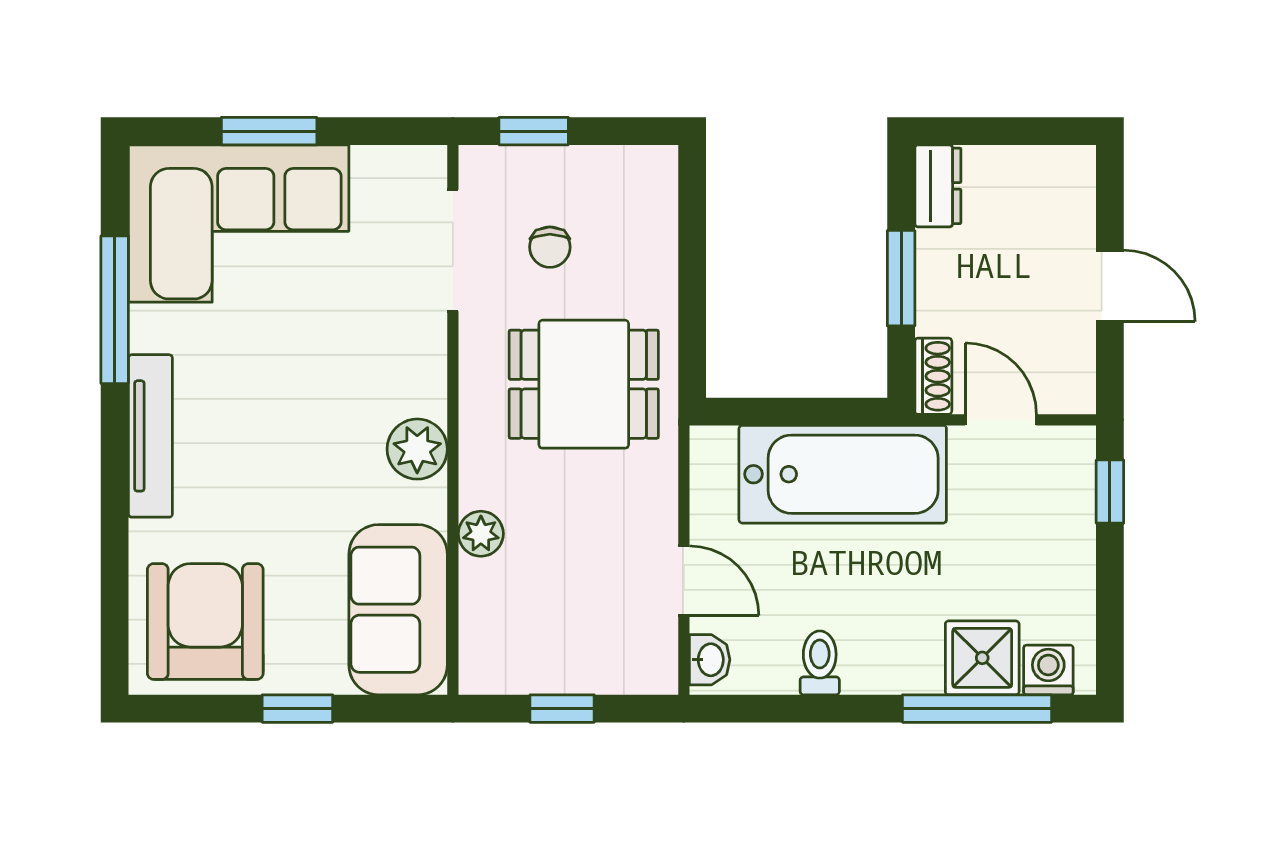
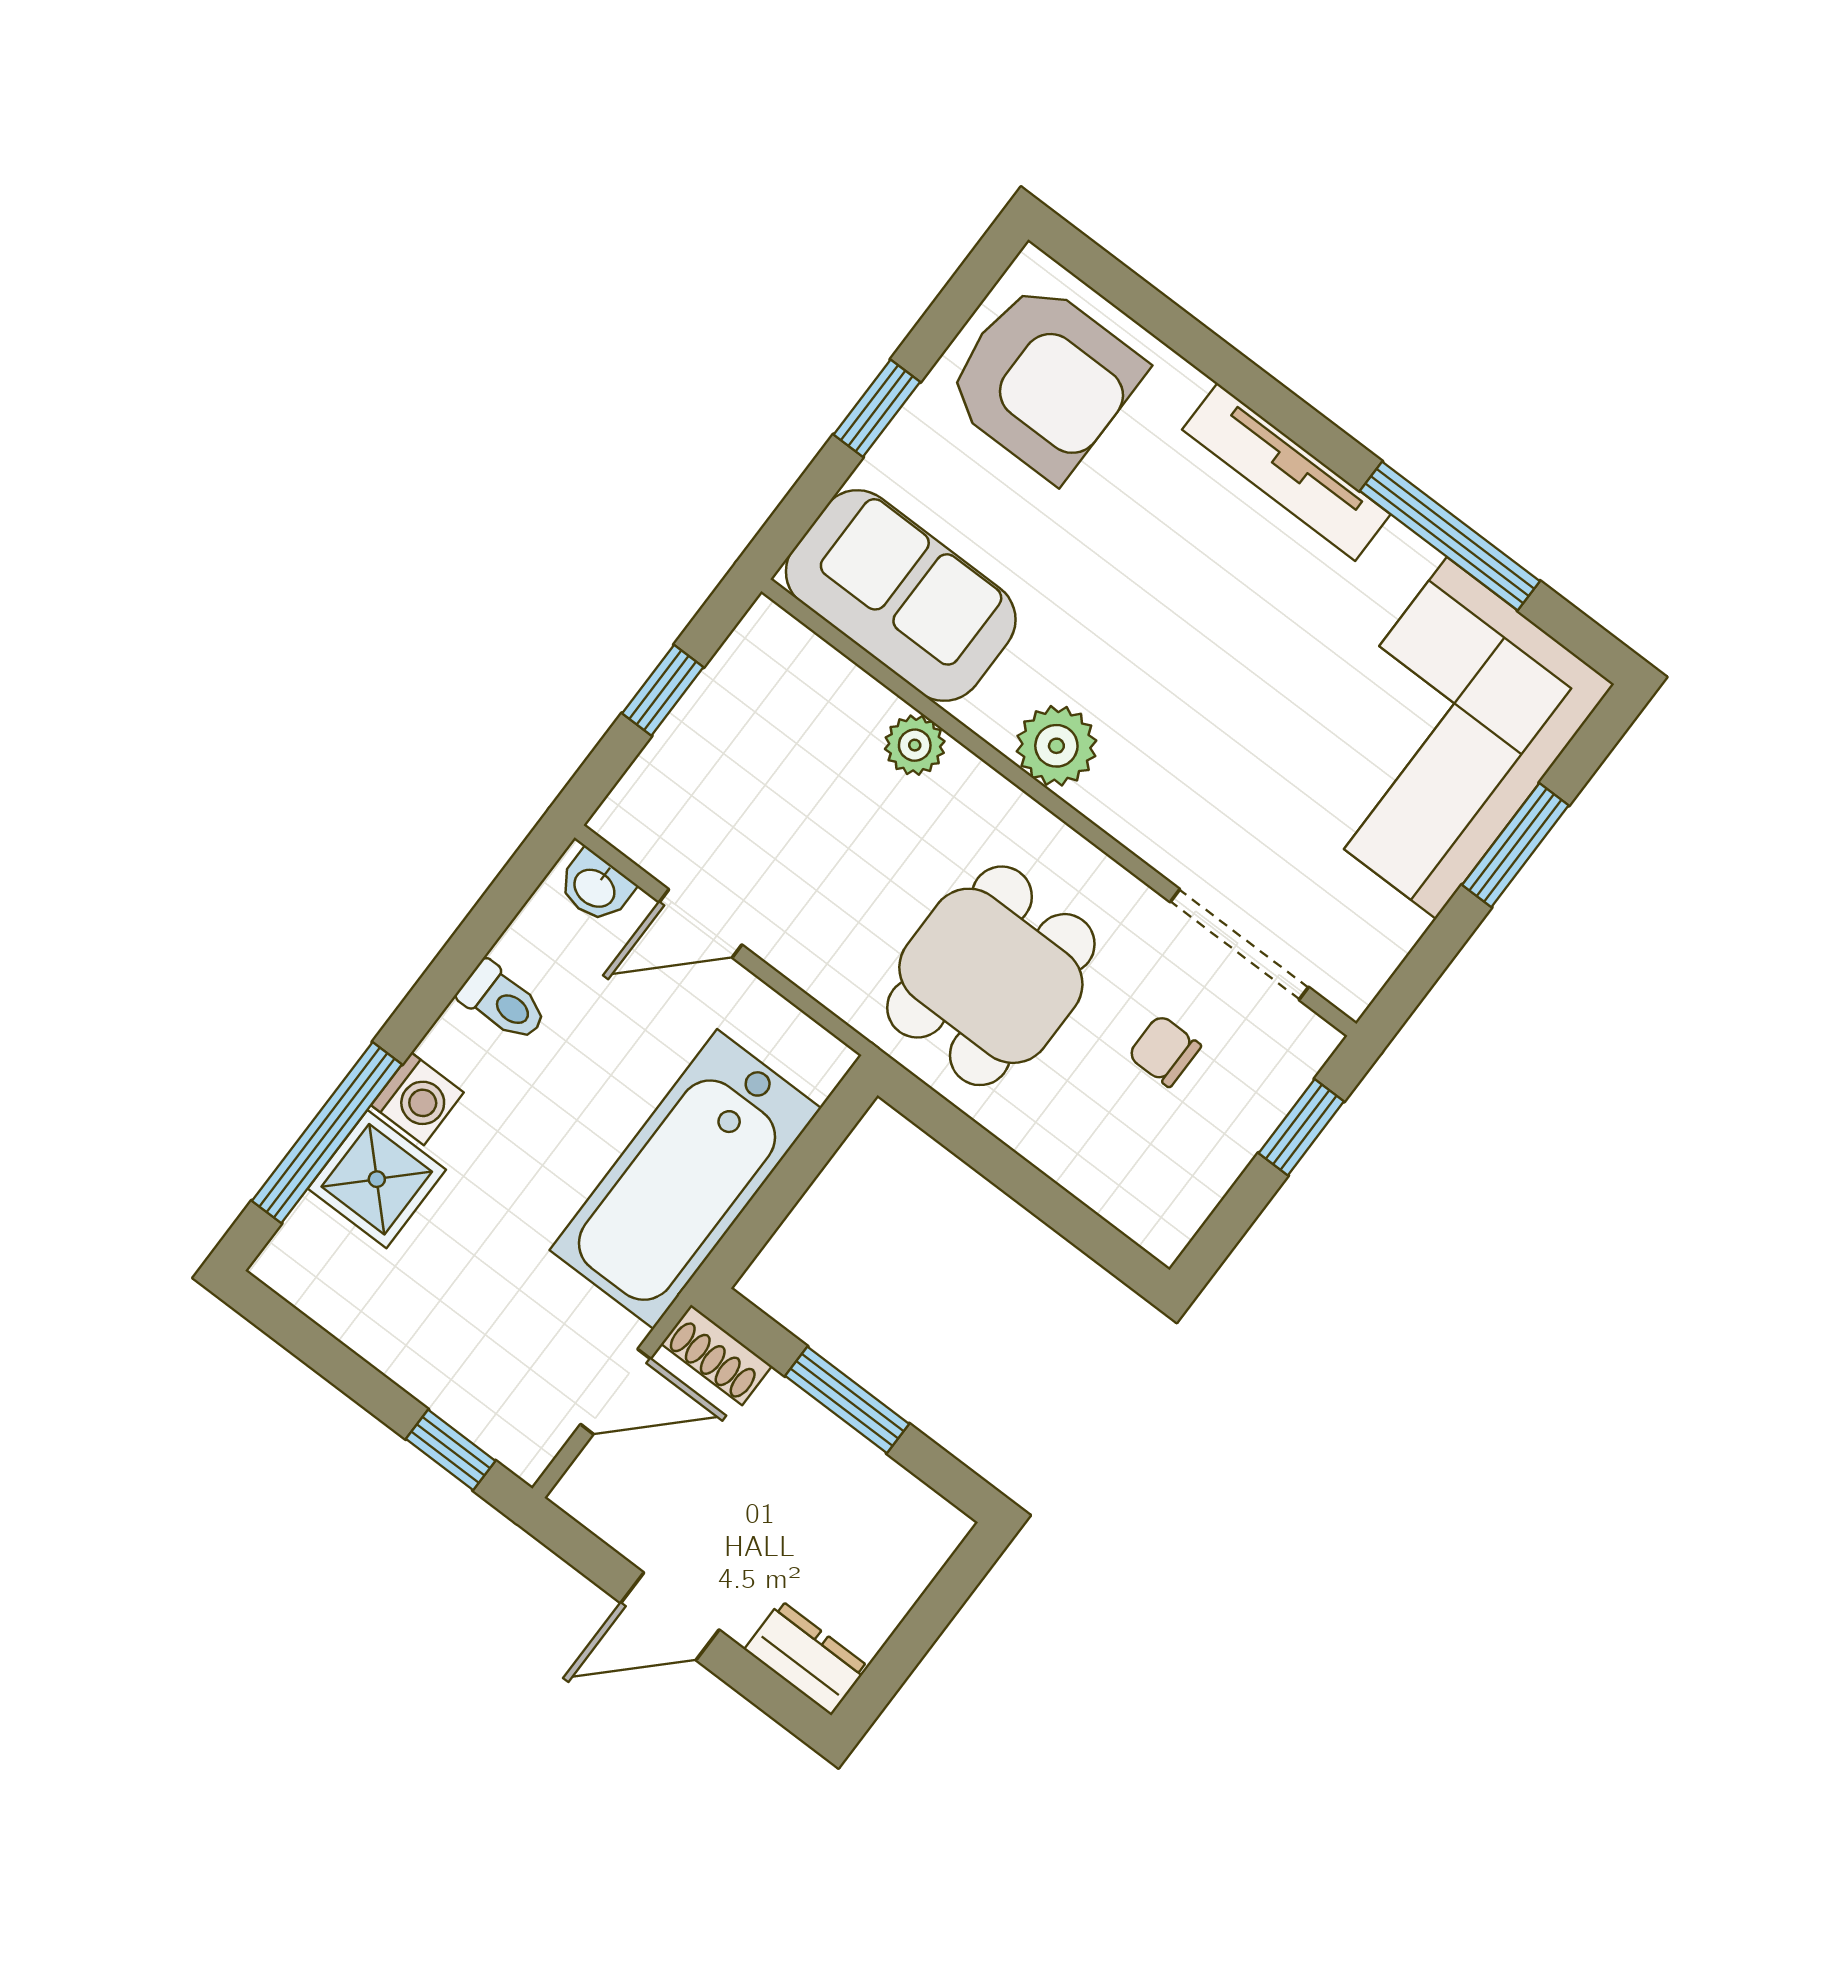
dresser: (938, 186) -> (806, 1658), moved, turned 180
washing machine: (1048, 670) -> (417, 1099), moved

